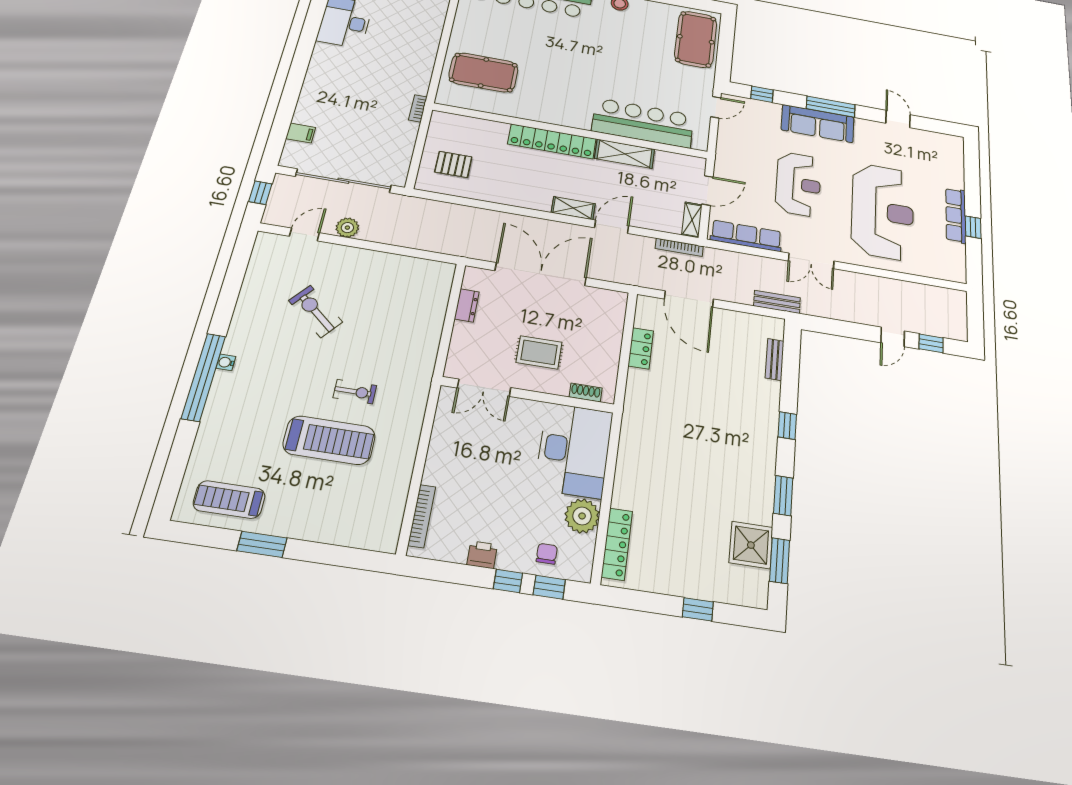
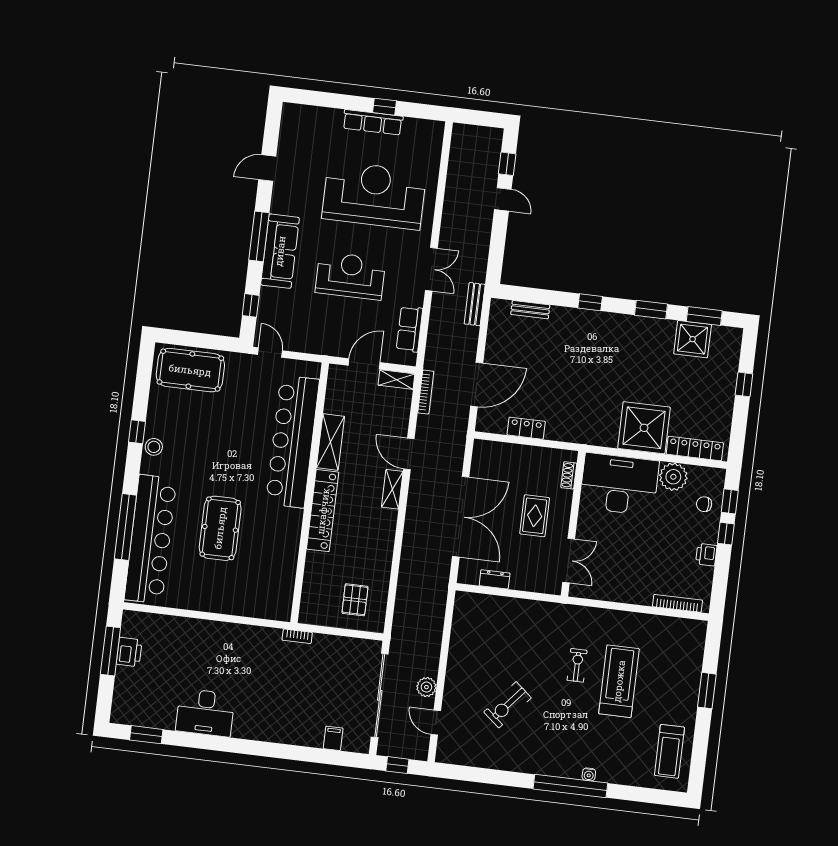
pool table: (483, 72) -> (220, 528), moved
bar counter: (643, 123) -> (293, 442), width x1.36
door: (707, 190) -> (364, 364), hinge flipped
row of seats: (746, 236) -> (410, 329), width x0.68
double door: (541, 274) -> (461, 517), swing flipped
water cooler: (226, 362) -> (589, 774), moved
shower: (642, 482) -> (644, 428), added
window: (262, 544) -> (707, 691), moved

